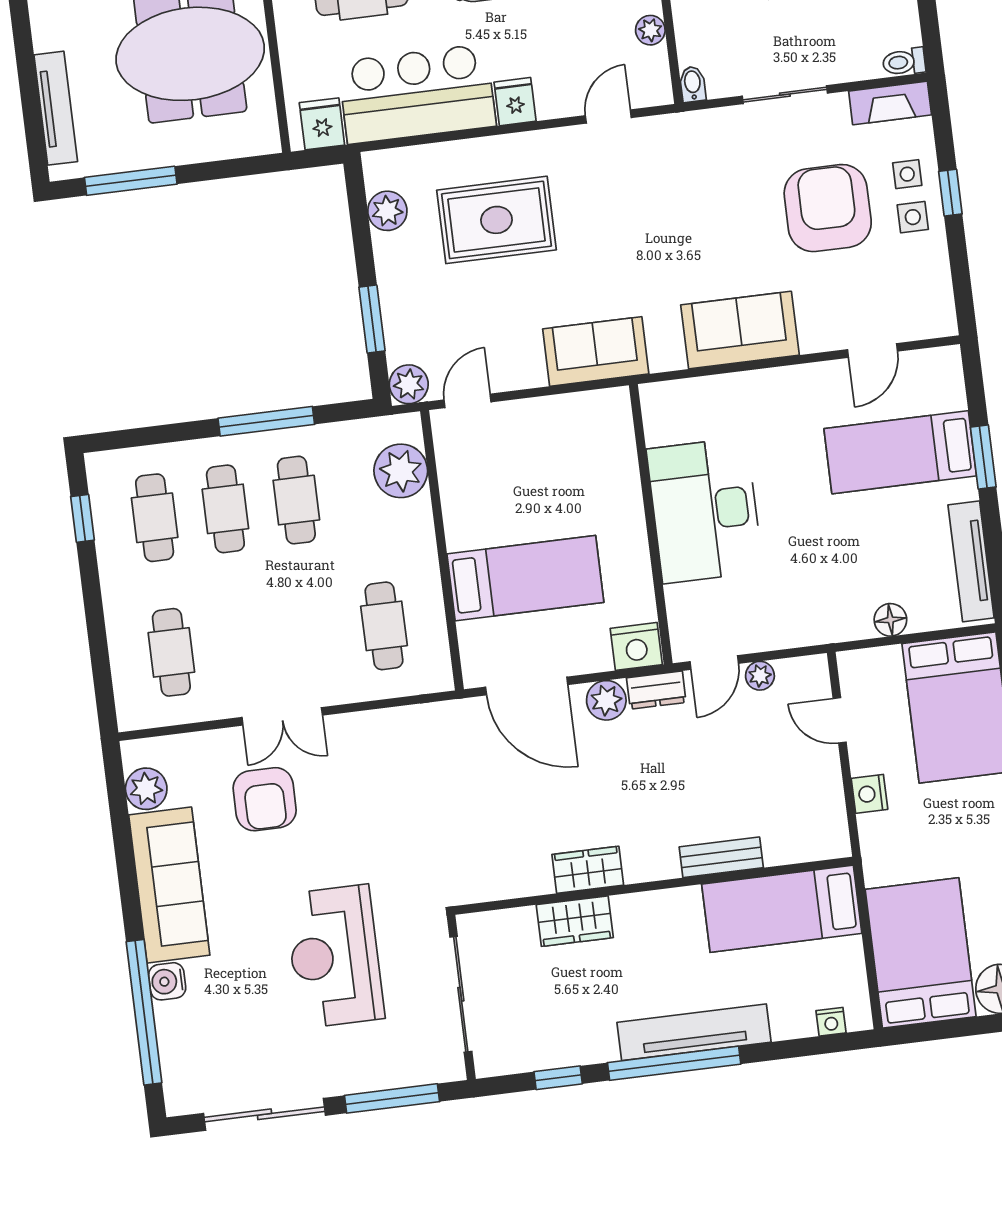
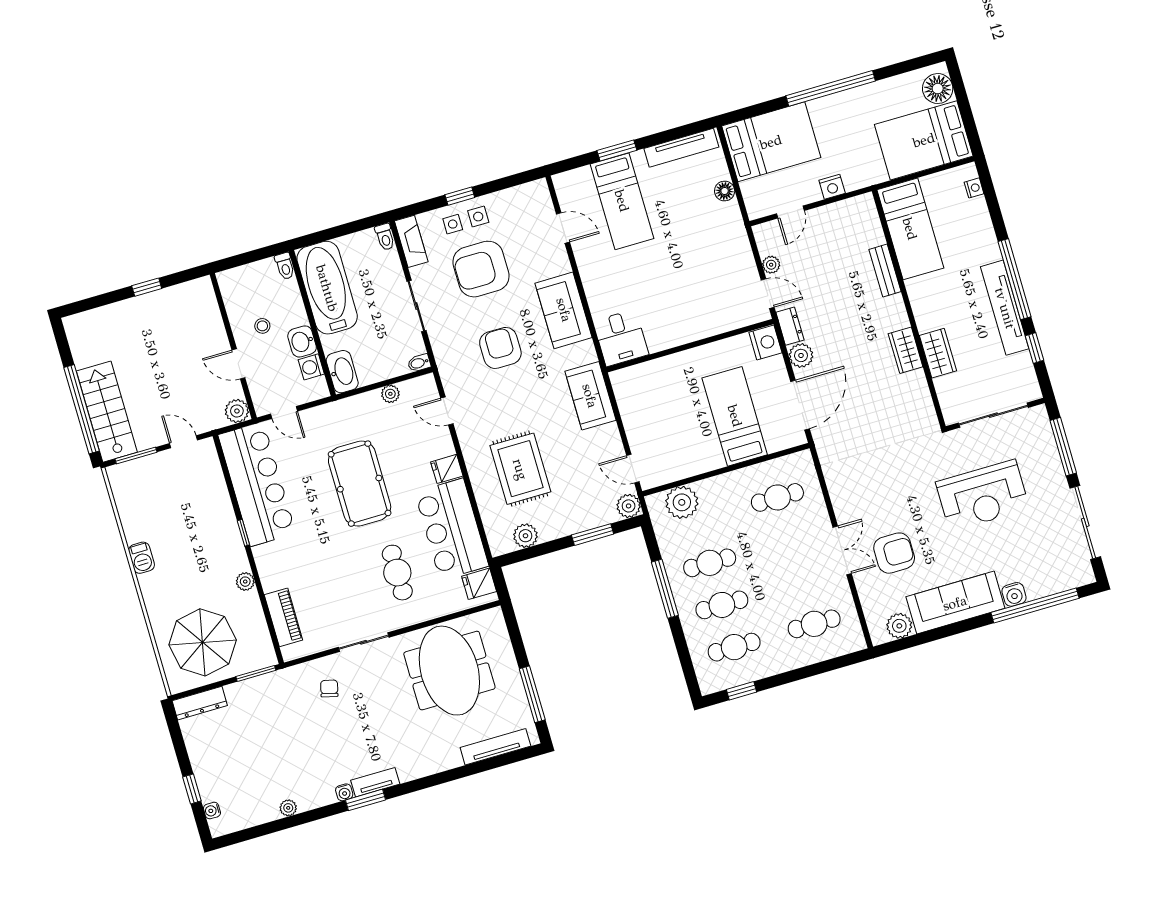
armchair: (696, 219) -> (500, 348), added
desk: (705, 510) -> (621, 338), moved, width x0.53, depth x0.77
tv unit: (694, 1032) -> (1005, 308), moved

